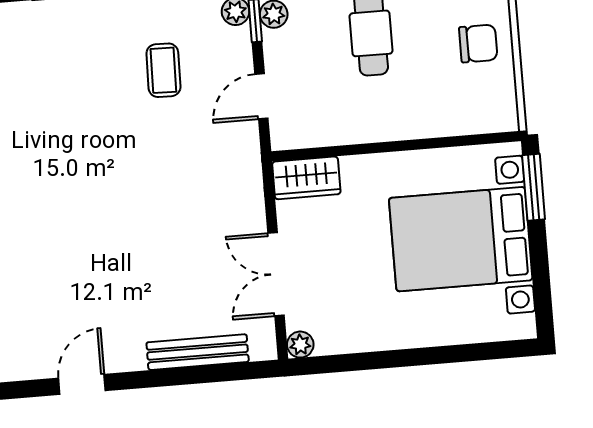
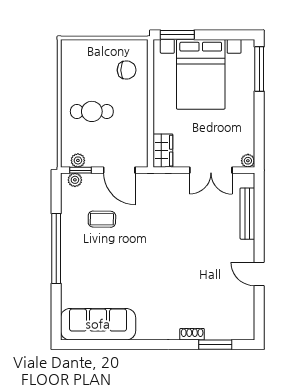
chair: (478, 43) -> (127, 70), moved, turned 90
door: (261, 96) -> (119, 170), width x1.38
window: (480, 352) -> (259, 69), added

